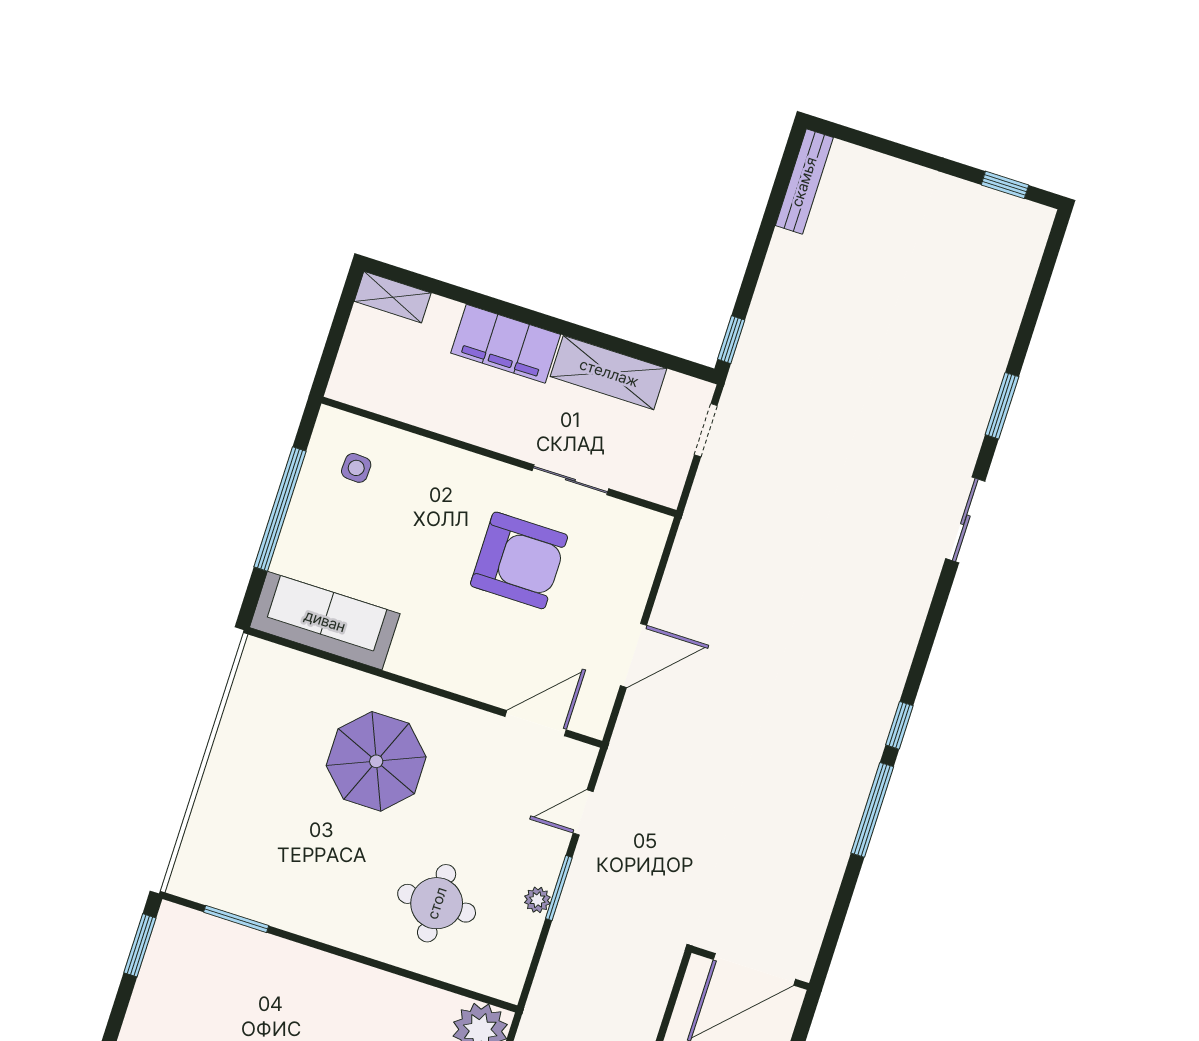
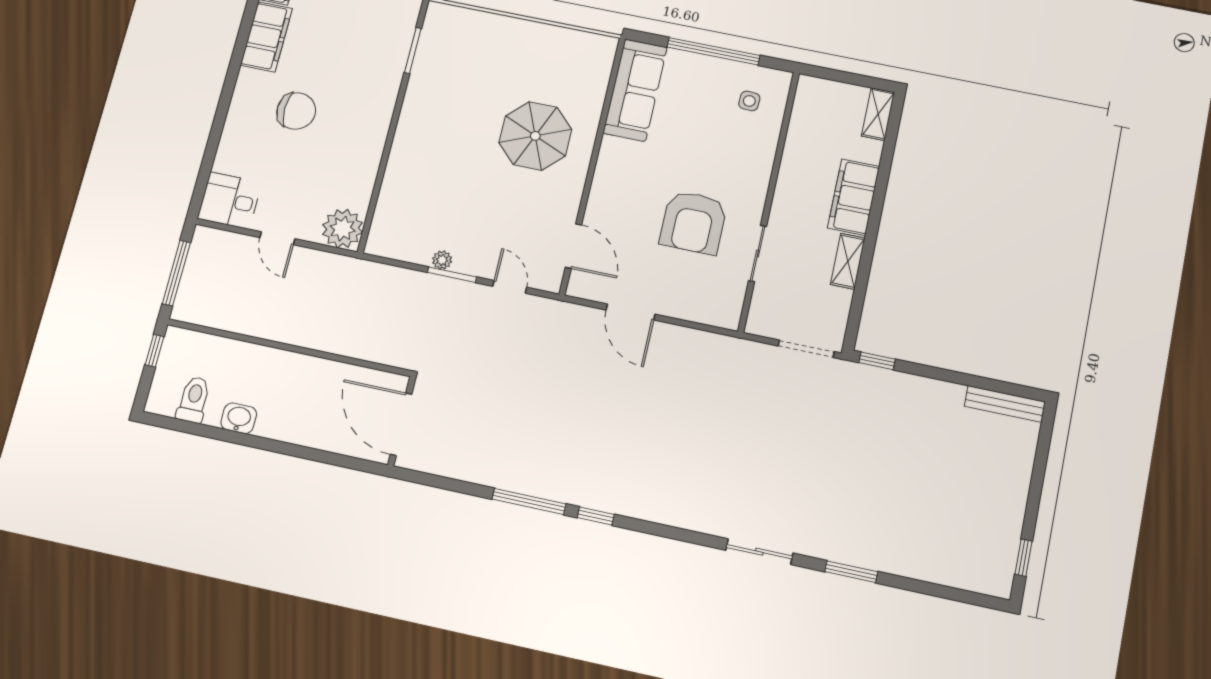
shelving: (609, 373) -> (848, 261), width x0.67, depth x0.75
doorway: (706, 430) -> (806, 349), width x1.38
round table: (437, 903) -> (434, 189), removed

